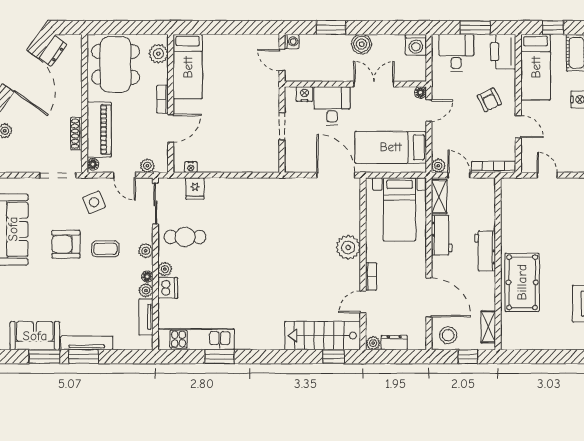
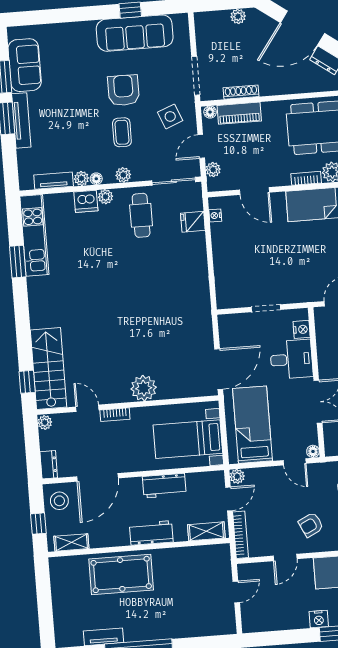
bookcase: (162, 99) -> (306, 178), moved
piano: (99, 129) -> (239, 113), width x0.73, depth x0.75
shelving: (439, 197) -> (206, 531), moved
dresser: (394, 343) -> (49, 465), moved

